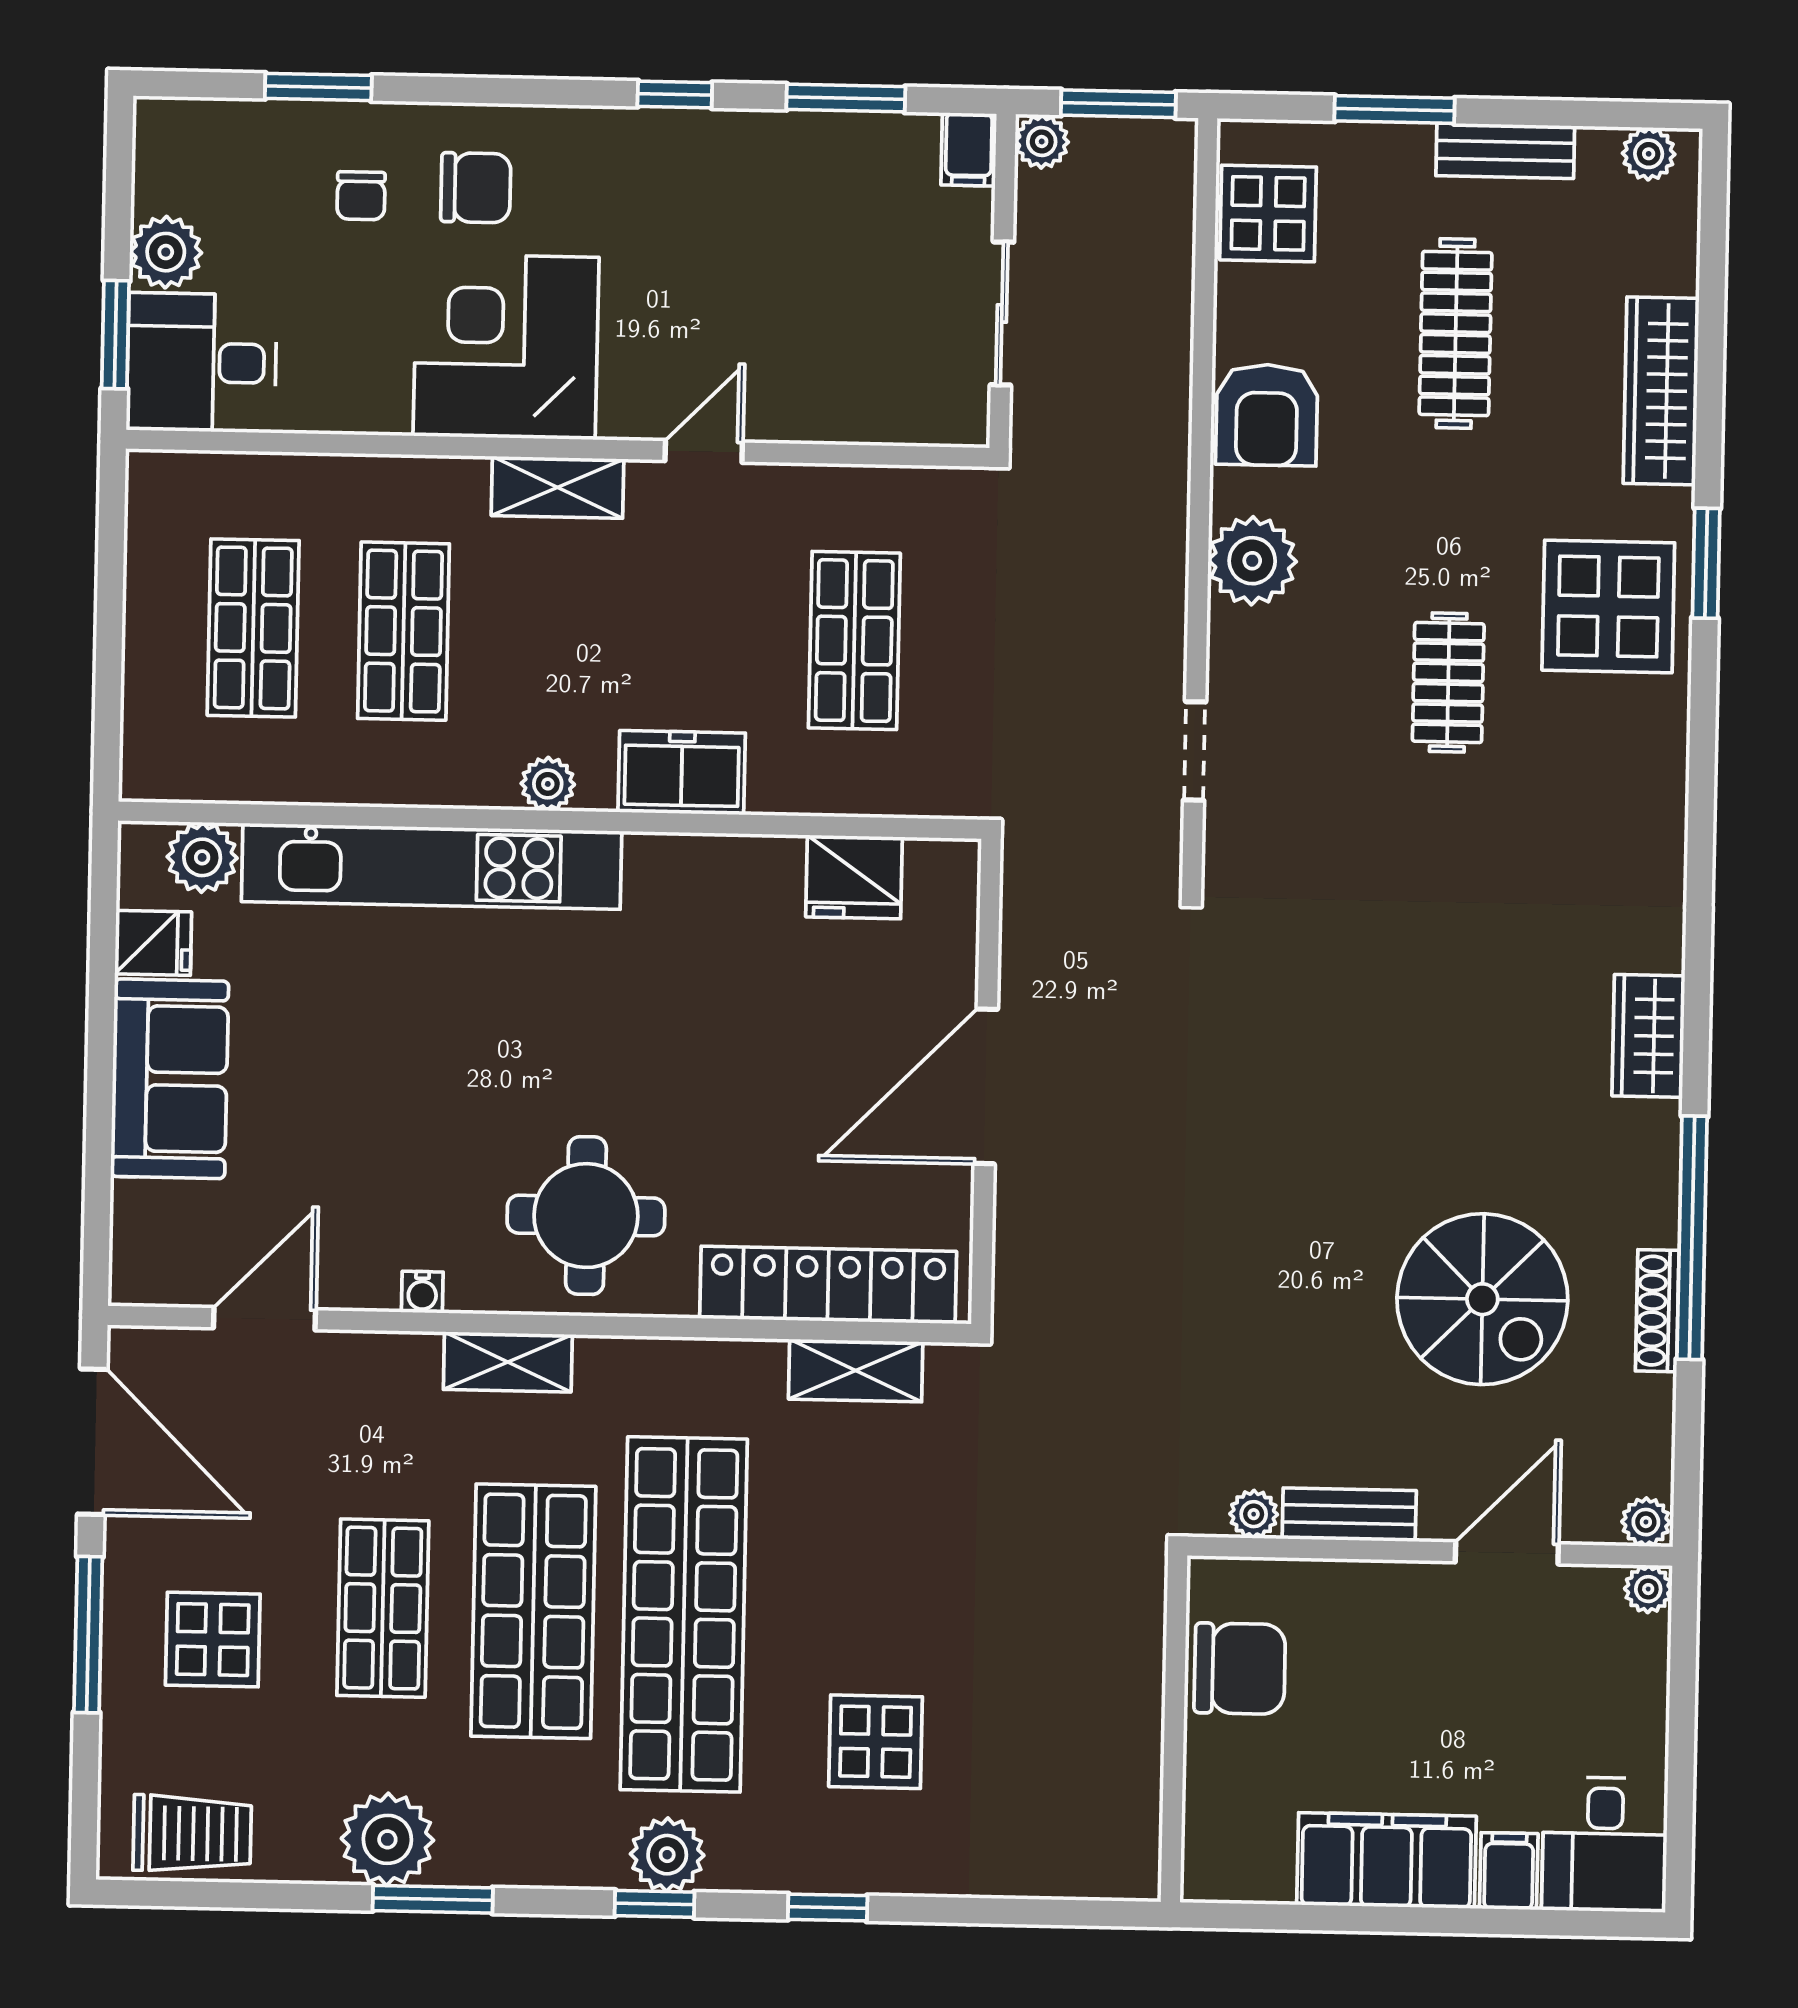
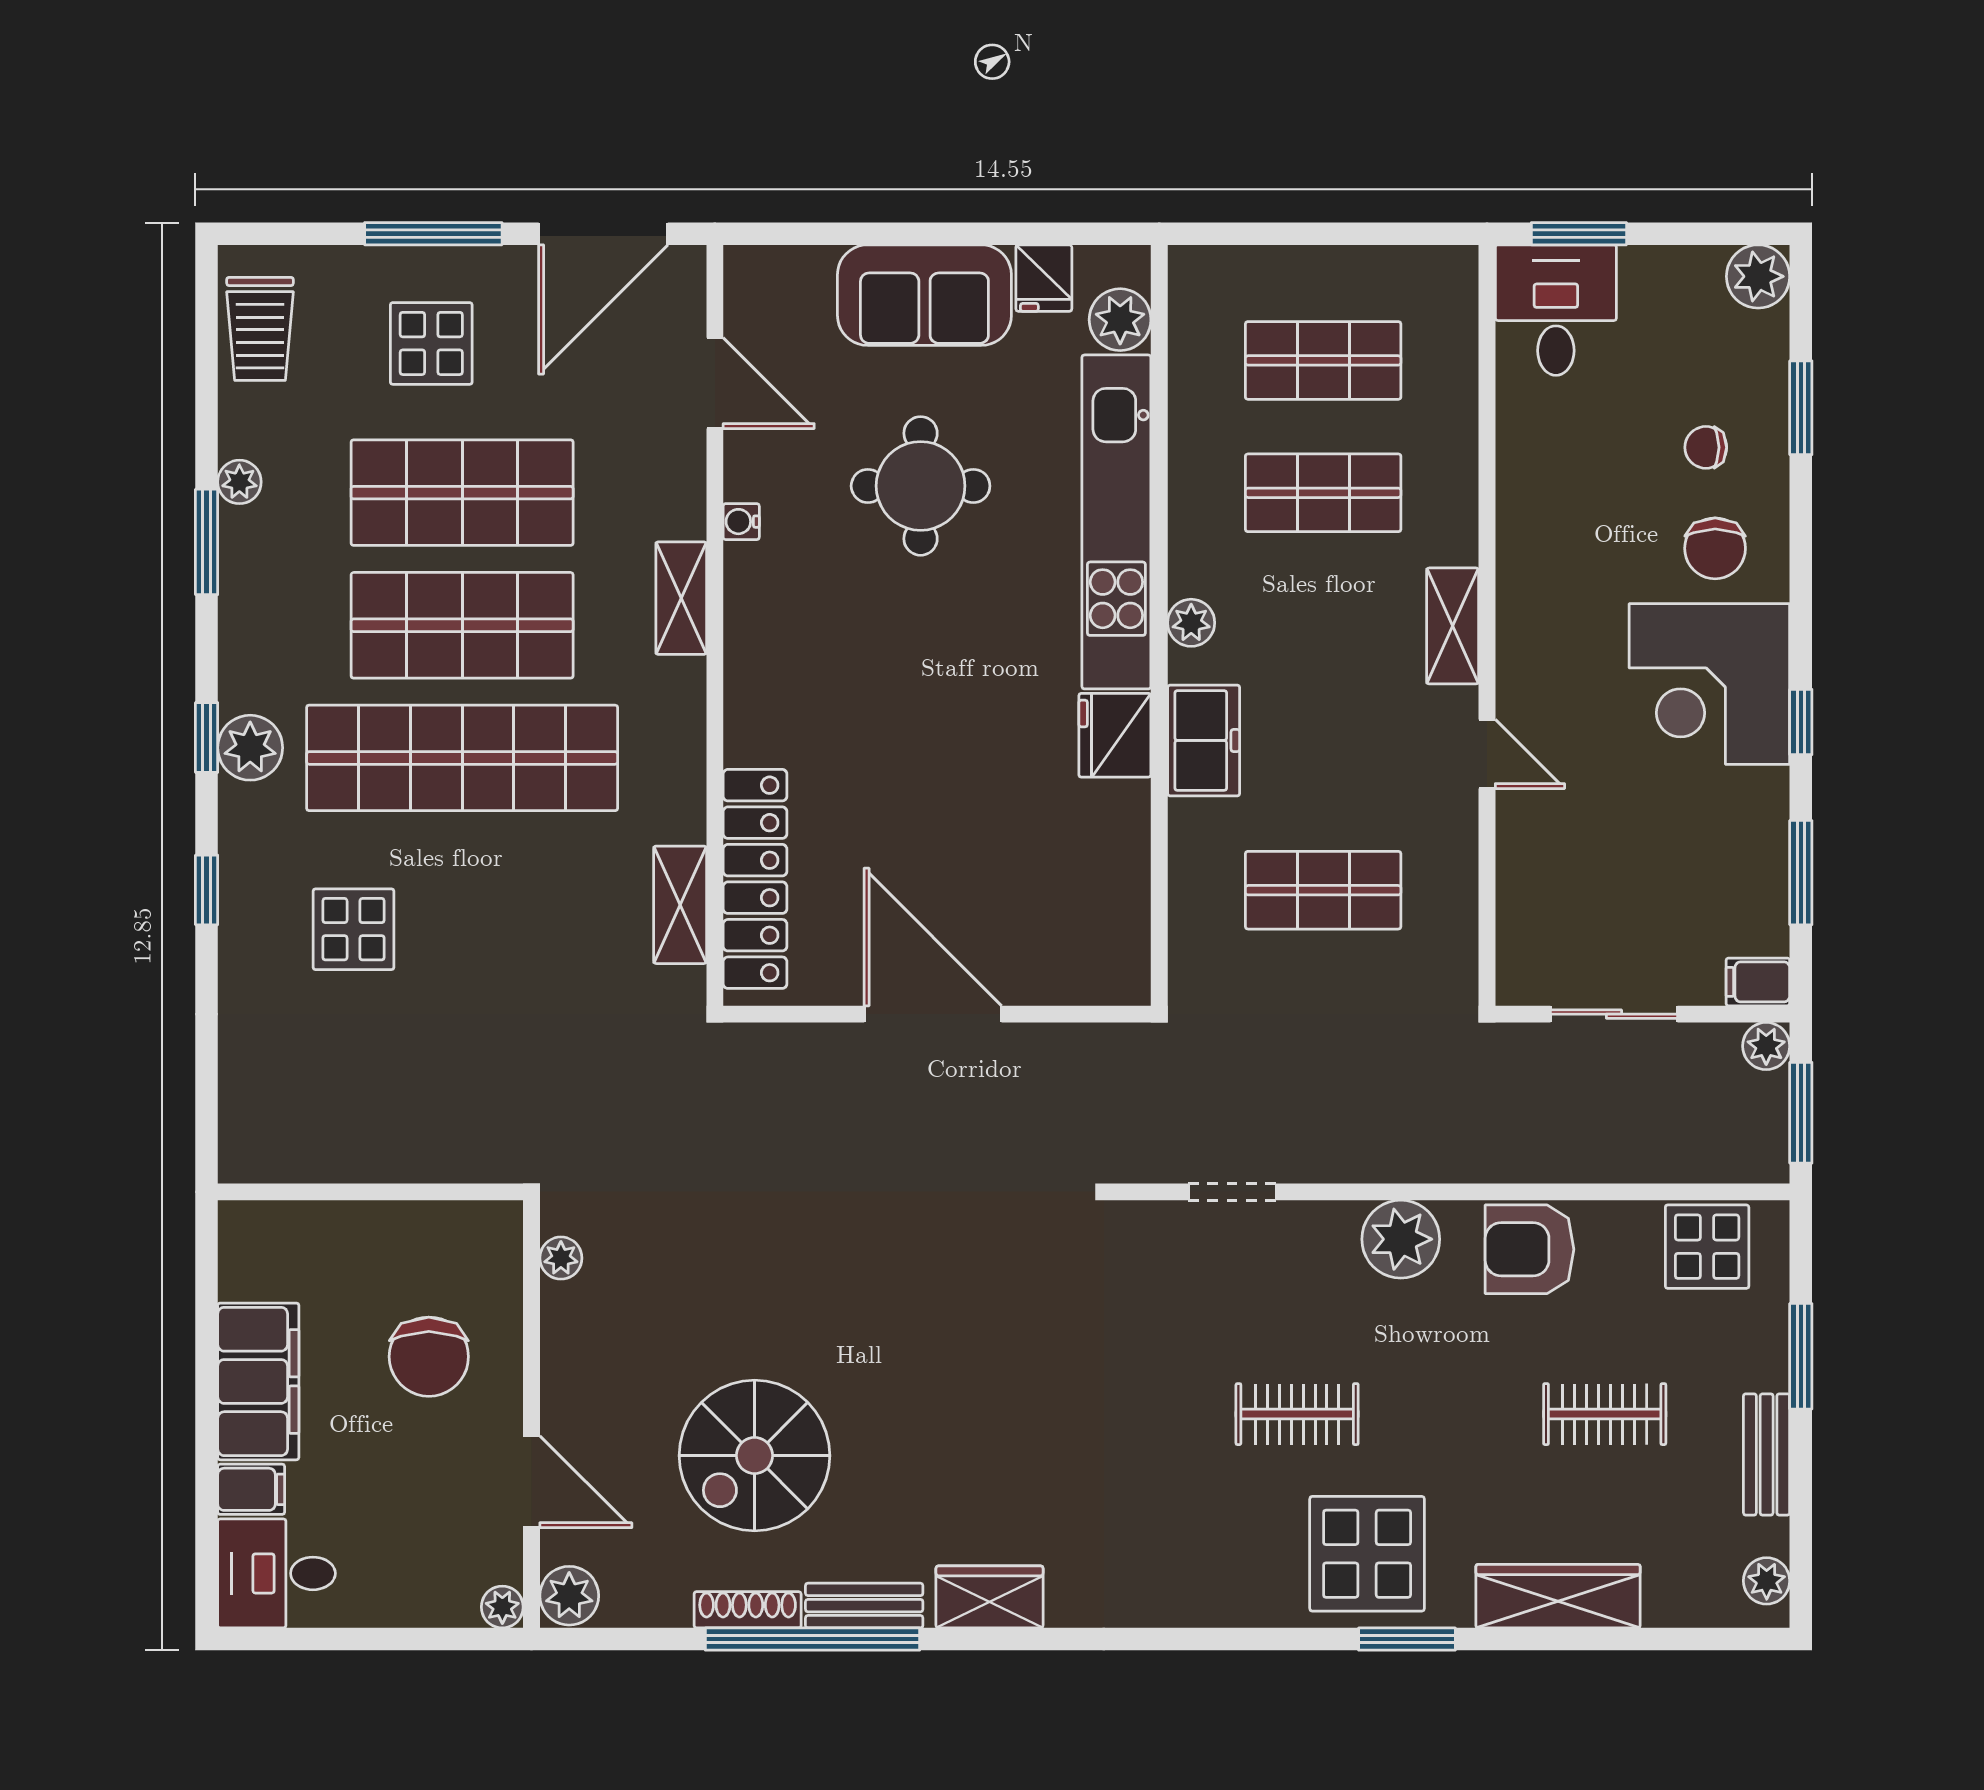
plant: (166, 252) -> (1758, 276), moved
clothes rail: (1456, 333) -> (1605, 1414), width x0.73
corner desk: (506, 347) -> (1709, 684), moved, turned 180
fridge: (854, 877) -> (1115, 735), moved
round table: (586, 1216) -> (921, 486), moved
bench: (1349, 1515) -> (864, 1606), moved, turned 90
plant: (1646, 1522) -> (569, 1596), width x1.38, depth x1.38
shop shelf: (383, 1608) -> (462, 493), width x1.43, depth x1.36
chair: (1240, 1669) -> (429, 1357), moved
plant: (387, 1839) -> (239, 482), width x0.53, depth x0.53

